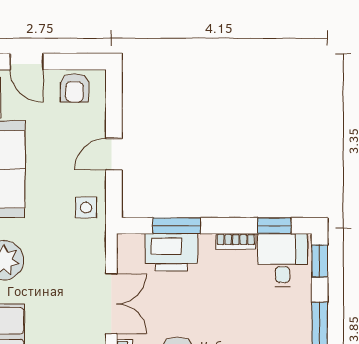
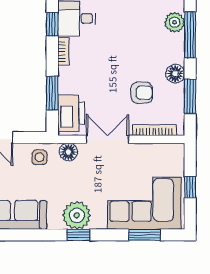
floor lamp: (93, 248) -> (68, 152), added
printer: (171, 252) -> (71, 113), moved

